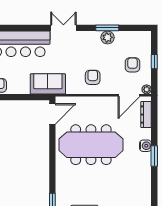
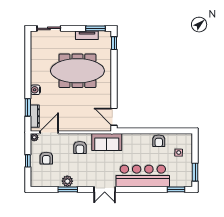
sofa: (48, 84) -> (107, 142), moved
door: (52, 114) -> (114, 117), hinge flipped
meeting table: (91, 145) -> (77, 71), moved
window: (154, 156) -> (28, 107), moved

